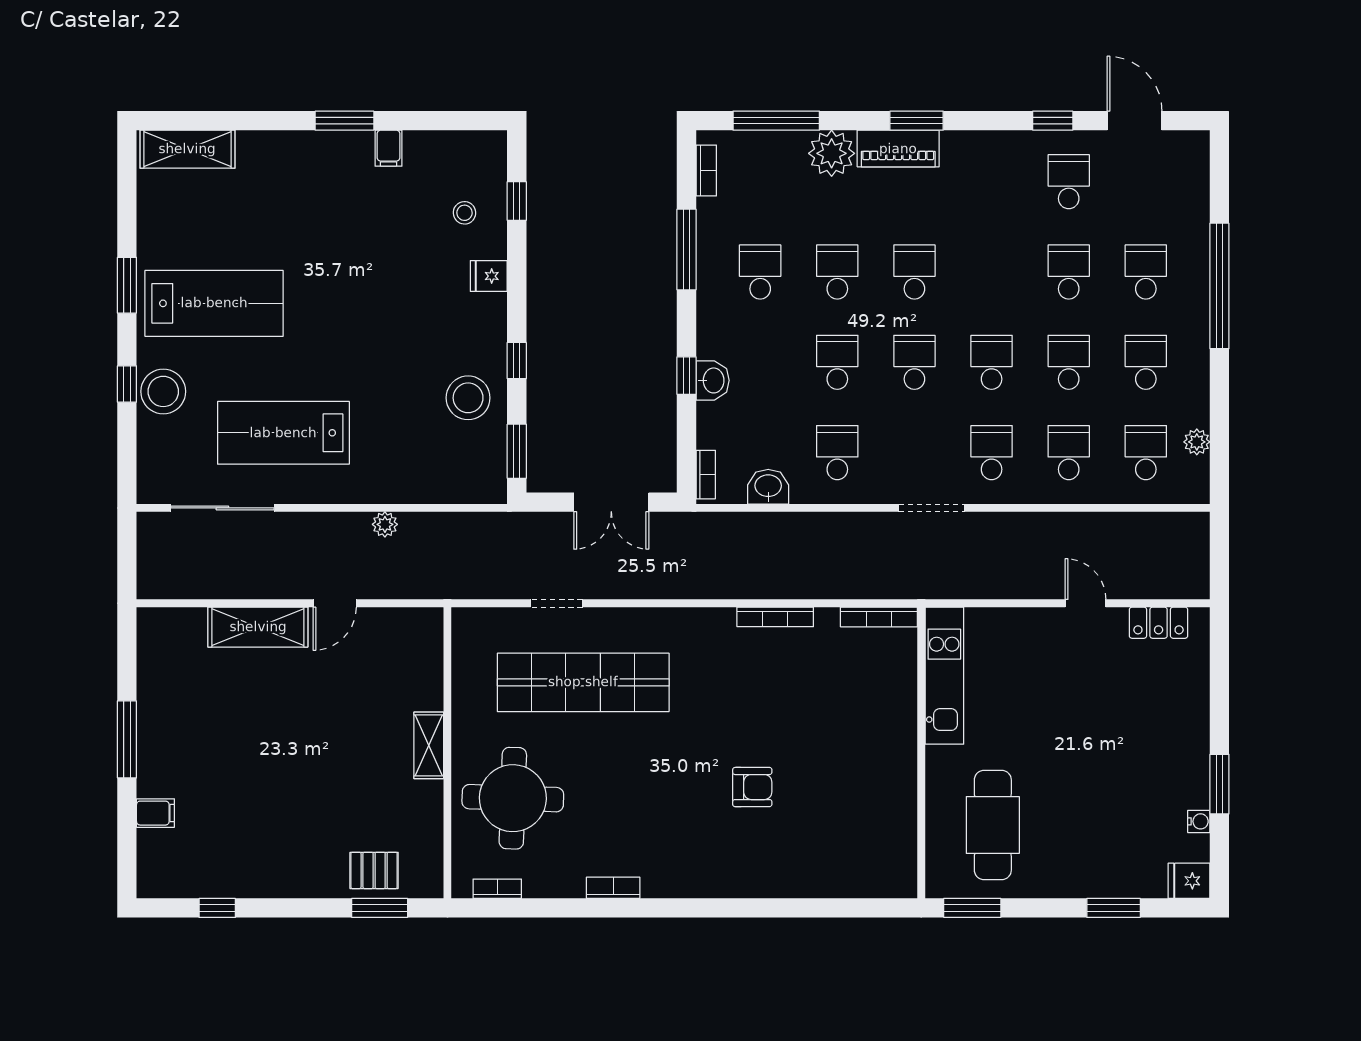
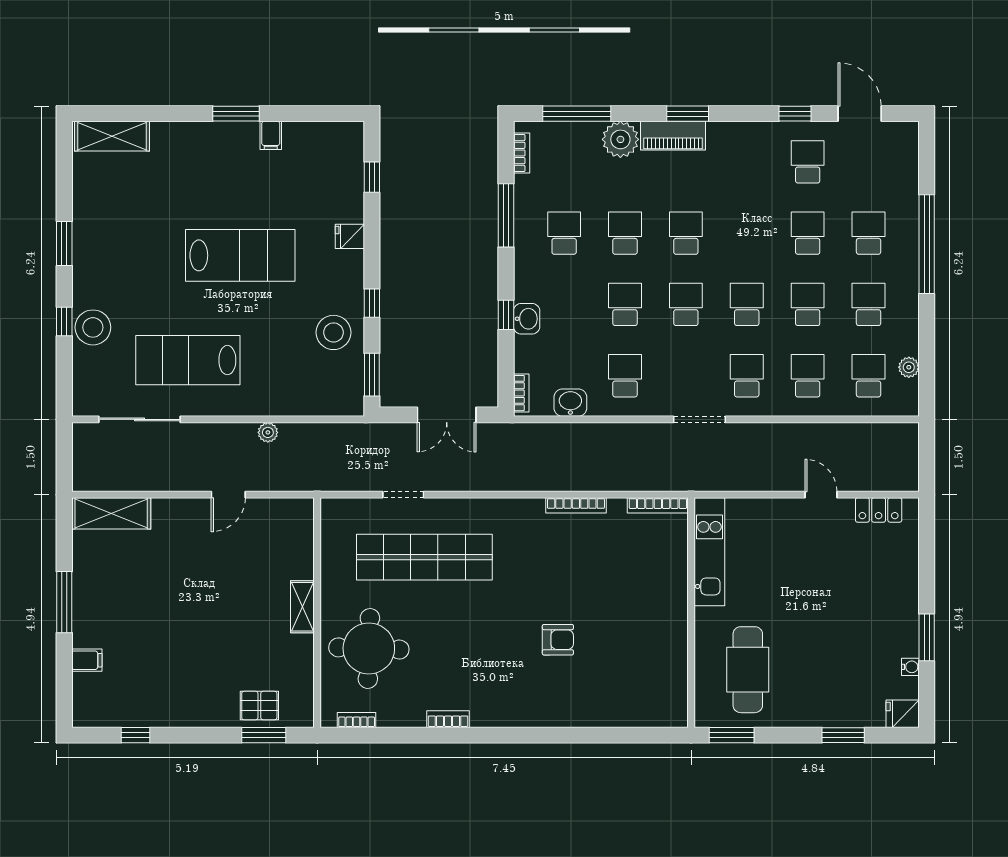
stool: (464, 213) -> (331, 186), removed
lab bench: (214, 303) -> (240, 255), moved
shelving: (258, 627) -> (111, 513), moved

